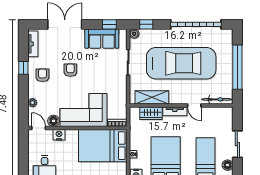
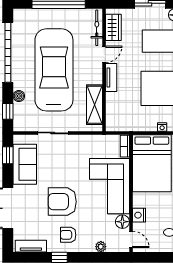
boiler: (134, 34) -> (19, 96), moved
armchair: (70, 70) -> (62, 202), width x1.88, depth x1.88
wardrobe: (151, 113) -> (113, 27), moved
door: (39, 128) -> (131, 239), swing flipped

